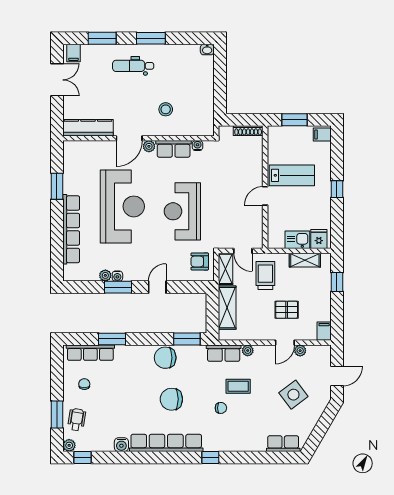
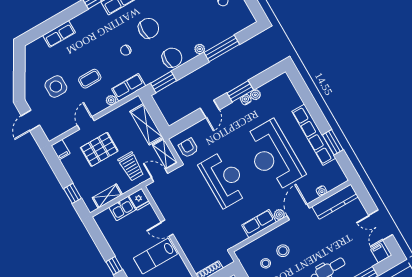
stool: (189, 107) -> (266, 263), added
water cooler: (197, 146) -> (322, 191), moved
door: (265, 196) -> (167, 228), swing flipped
row of seats: (71, 229) -> (314, 135), moved
fridge: (319, 239) -> (139, 199), moved
armchair: (200, 261) -> (188, 148), turned -90
pallet: (287, 310) -> (99, 149), width x1.50, depth x1.42
window: (112, 339) -> (222, 48), width x1.44
plant: (300, 351) -> (200, 49), moved
row of seats: (90, 353) -> (232, 28), removed
coffee table: (238, 386) -> (90, 79), moved
side table: (293, 395) -> (56, 87), turned 37
chair: (221, 408) -> (126, 50), moved
row of seats: (283, 444) -> (59, 34), moved

